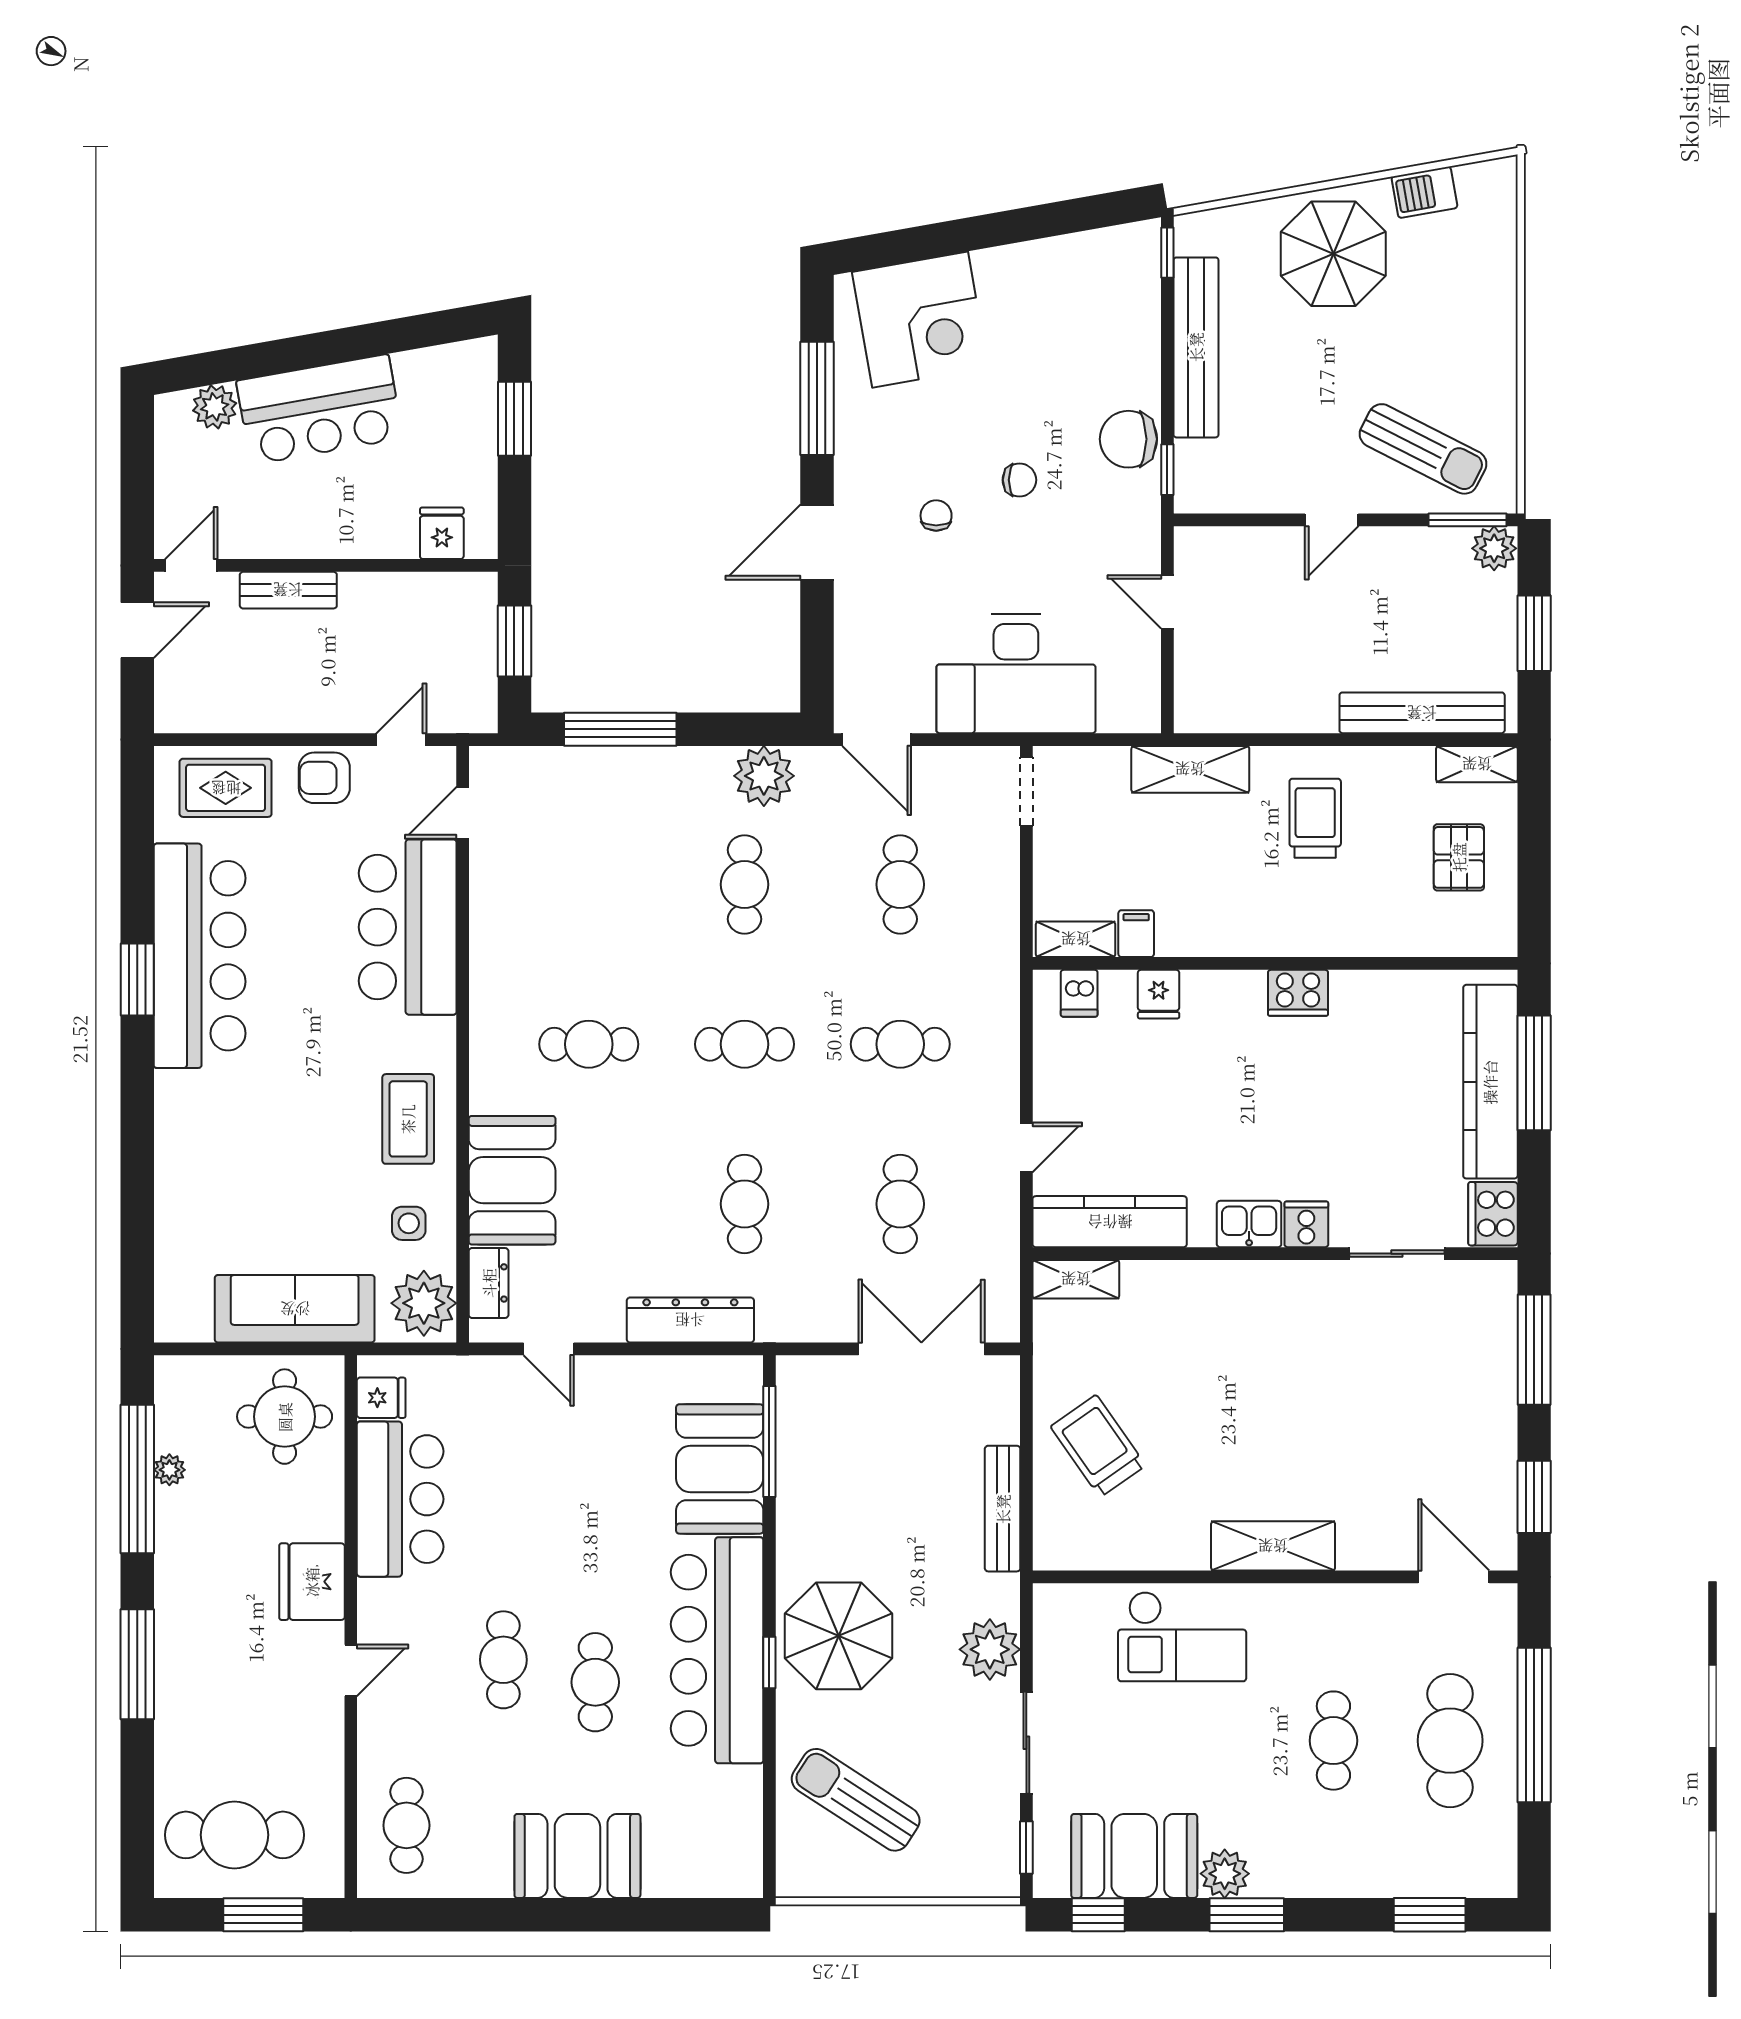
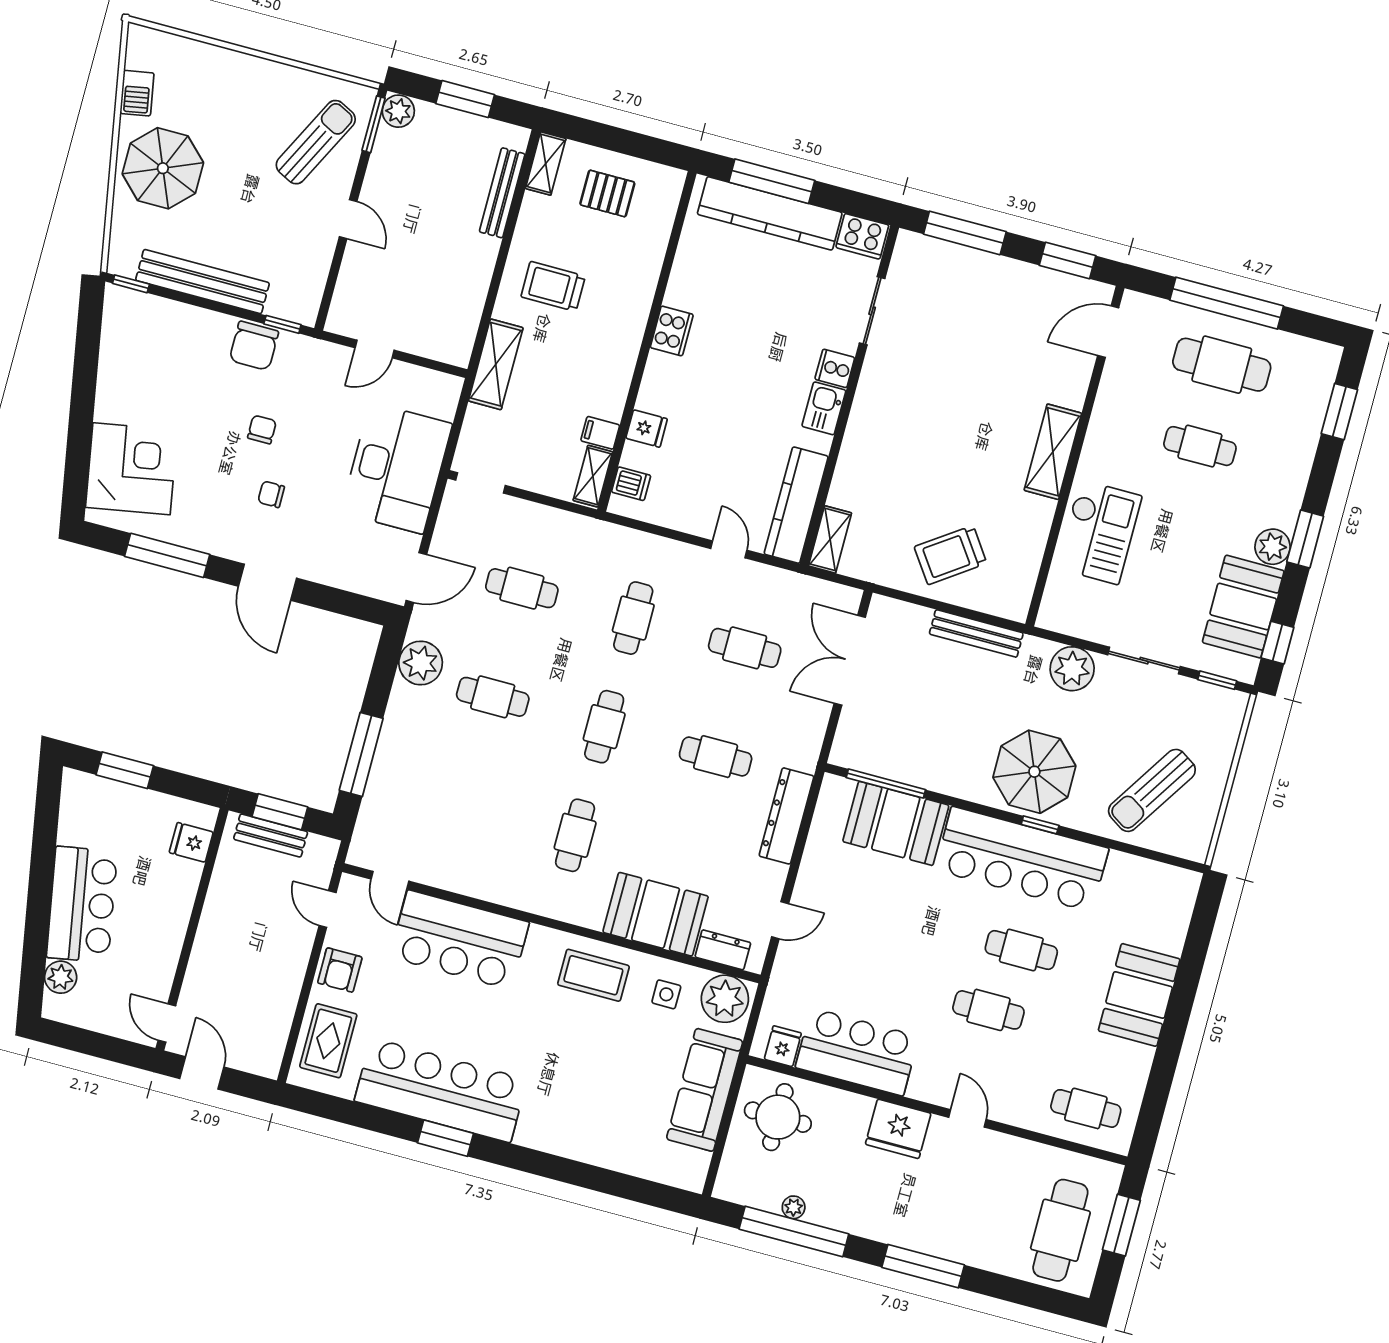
bench: (288, 590) -> (271, 835), moved, turned 90
bench: (1422, 713) -> (502, 193), width x0.73, depth x0.82

